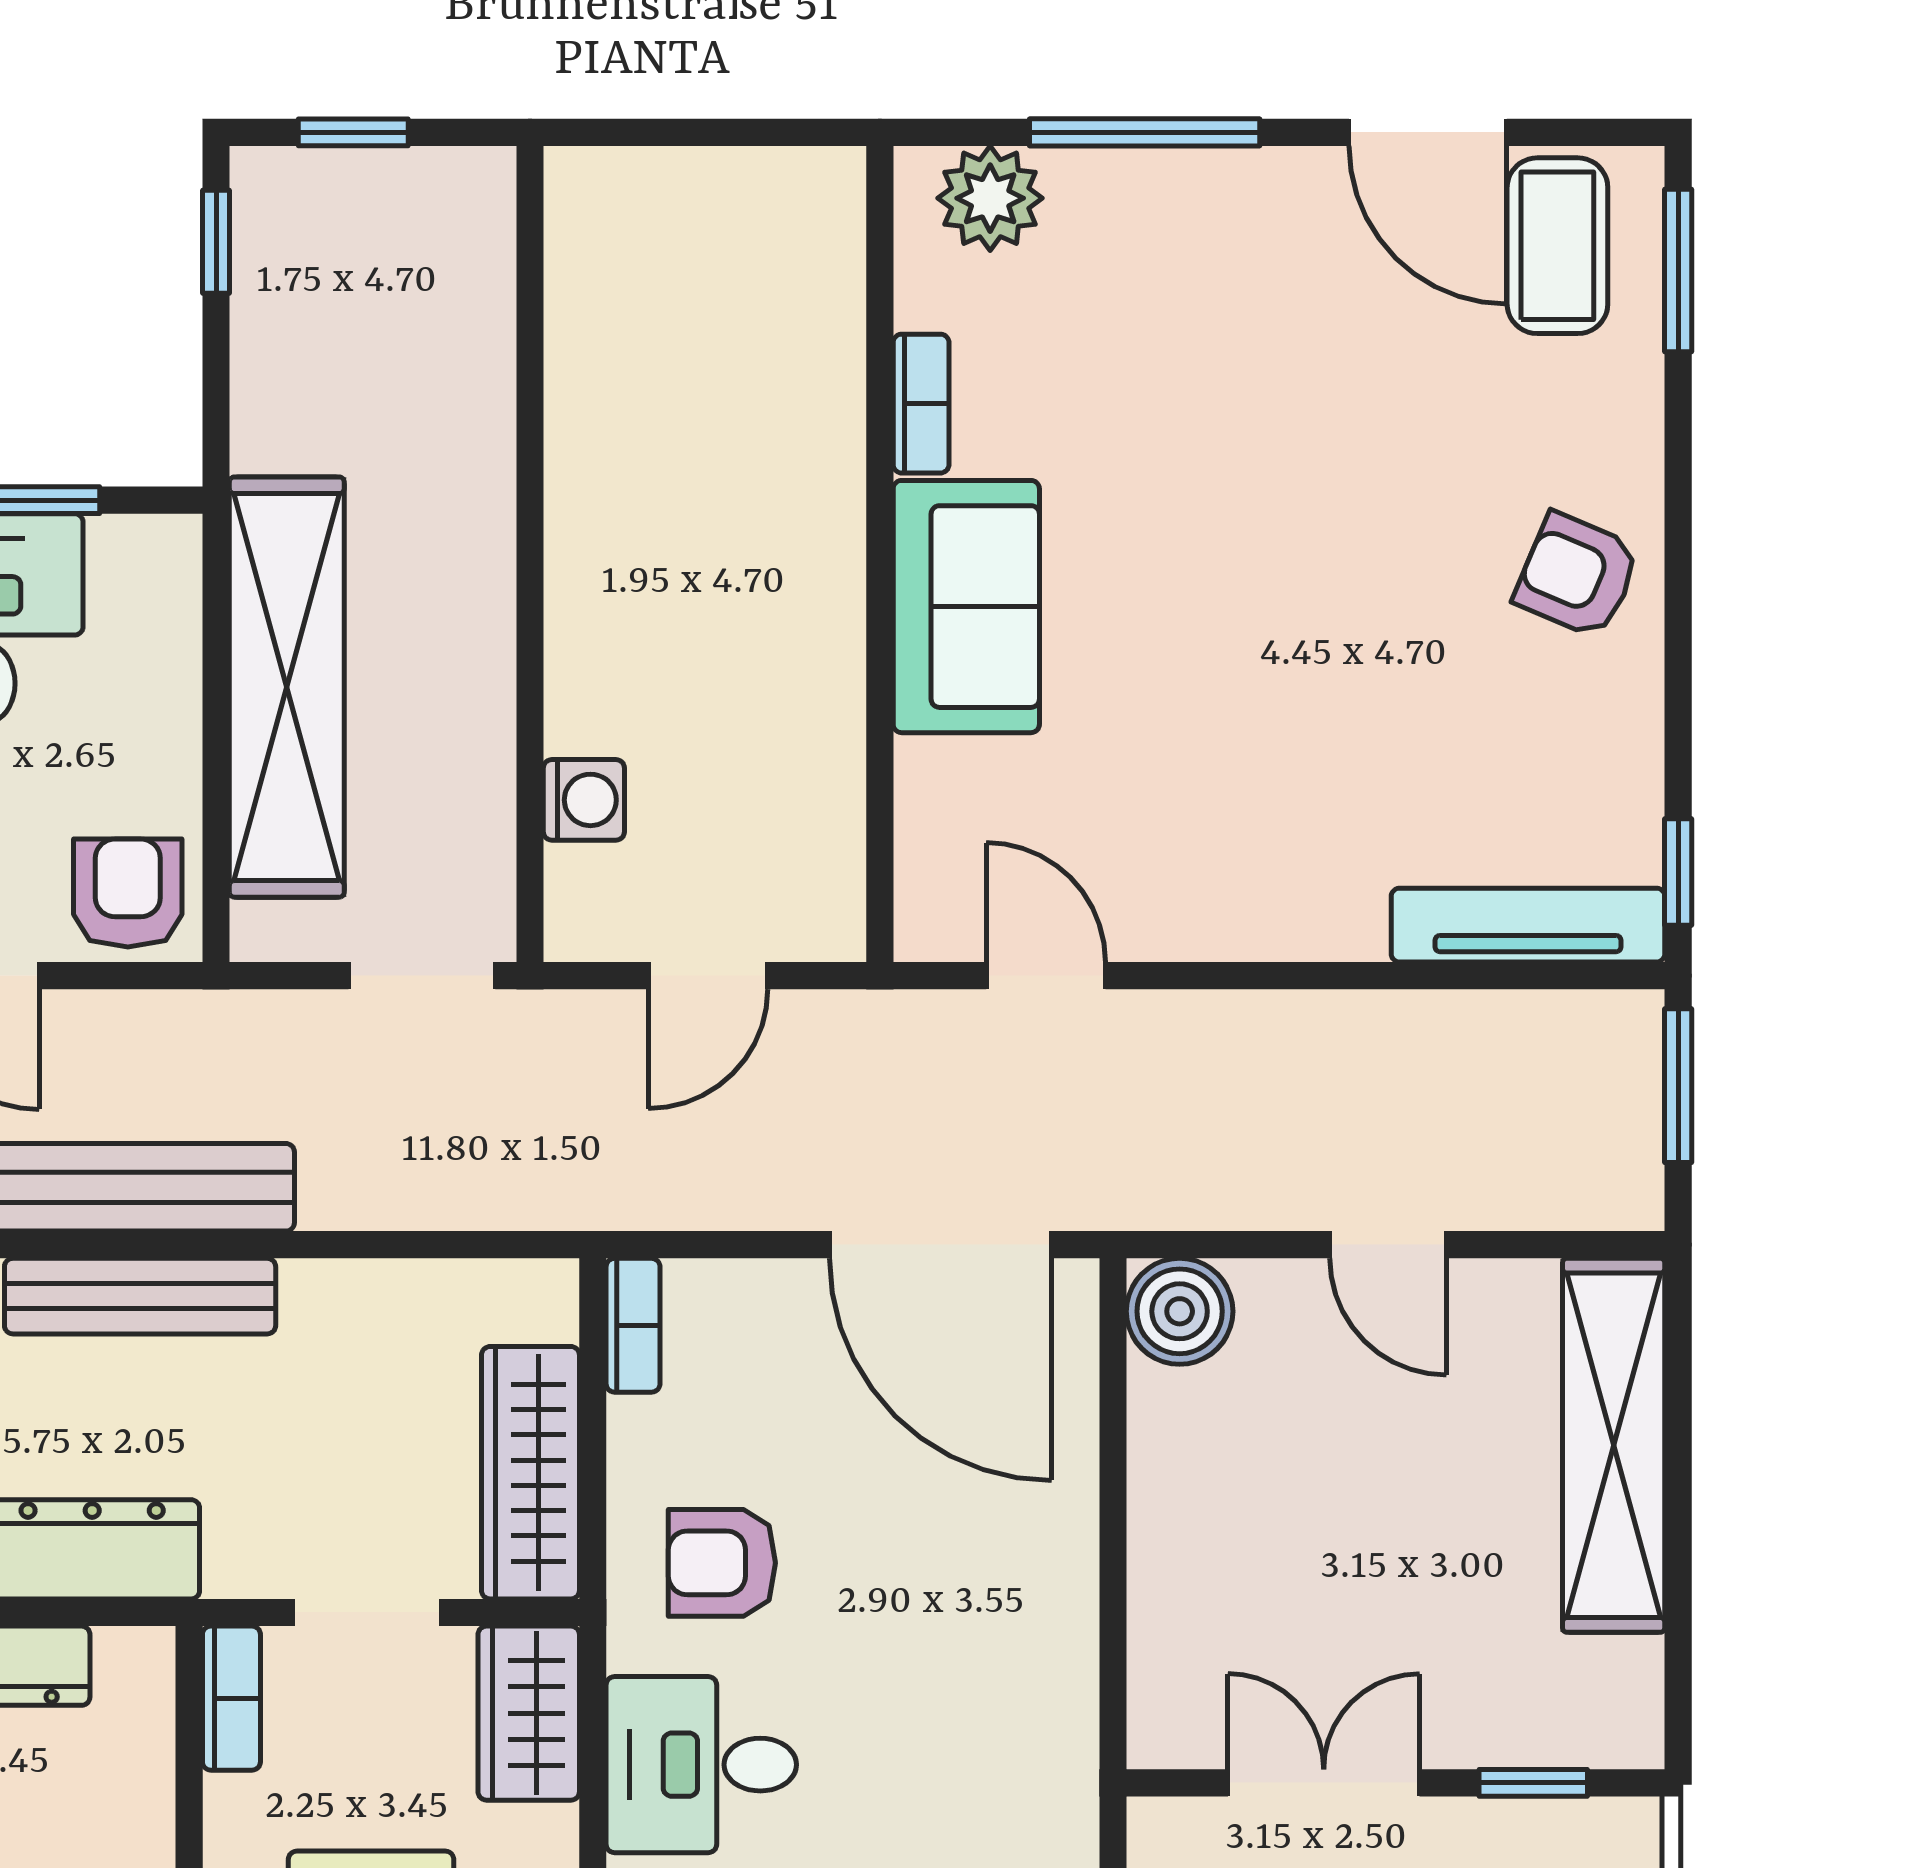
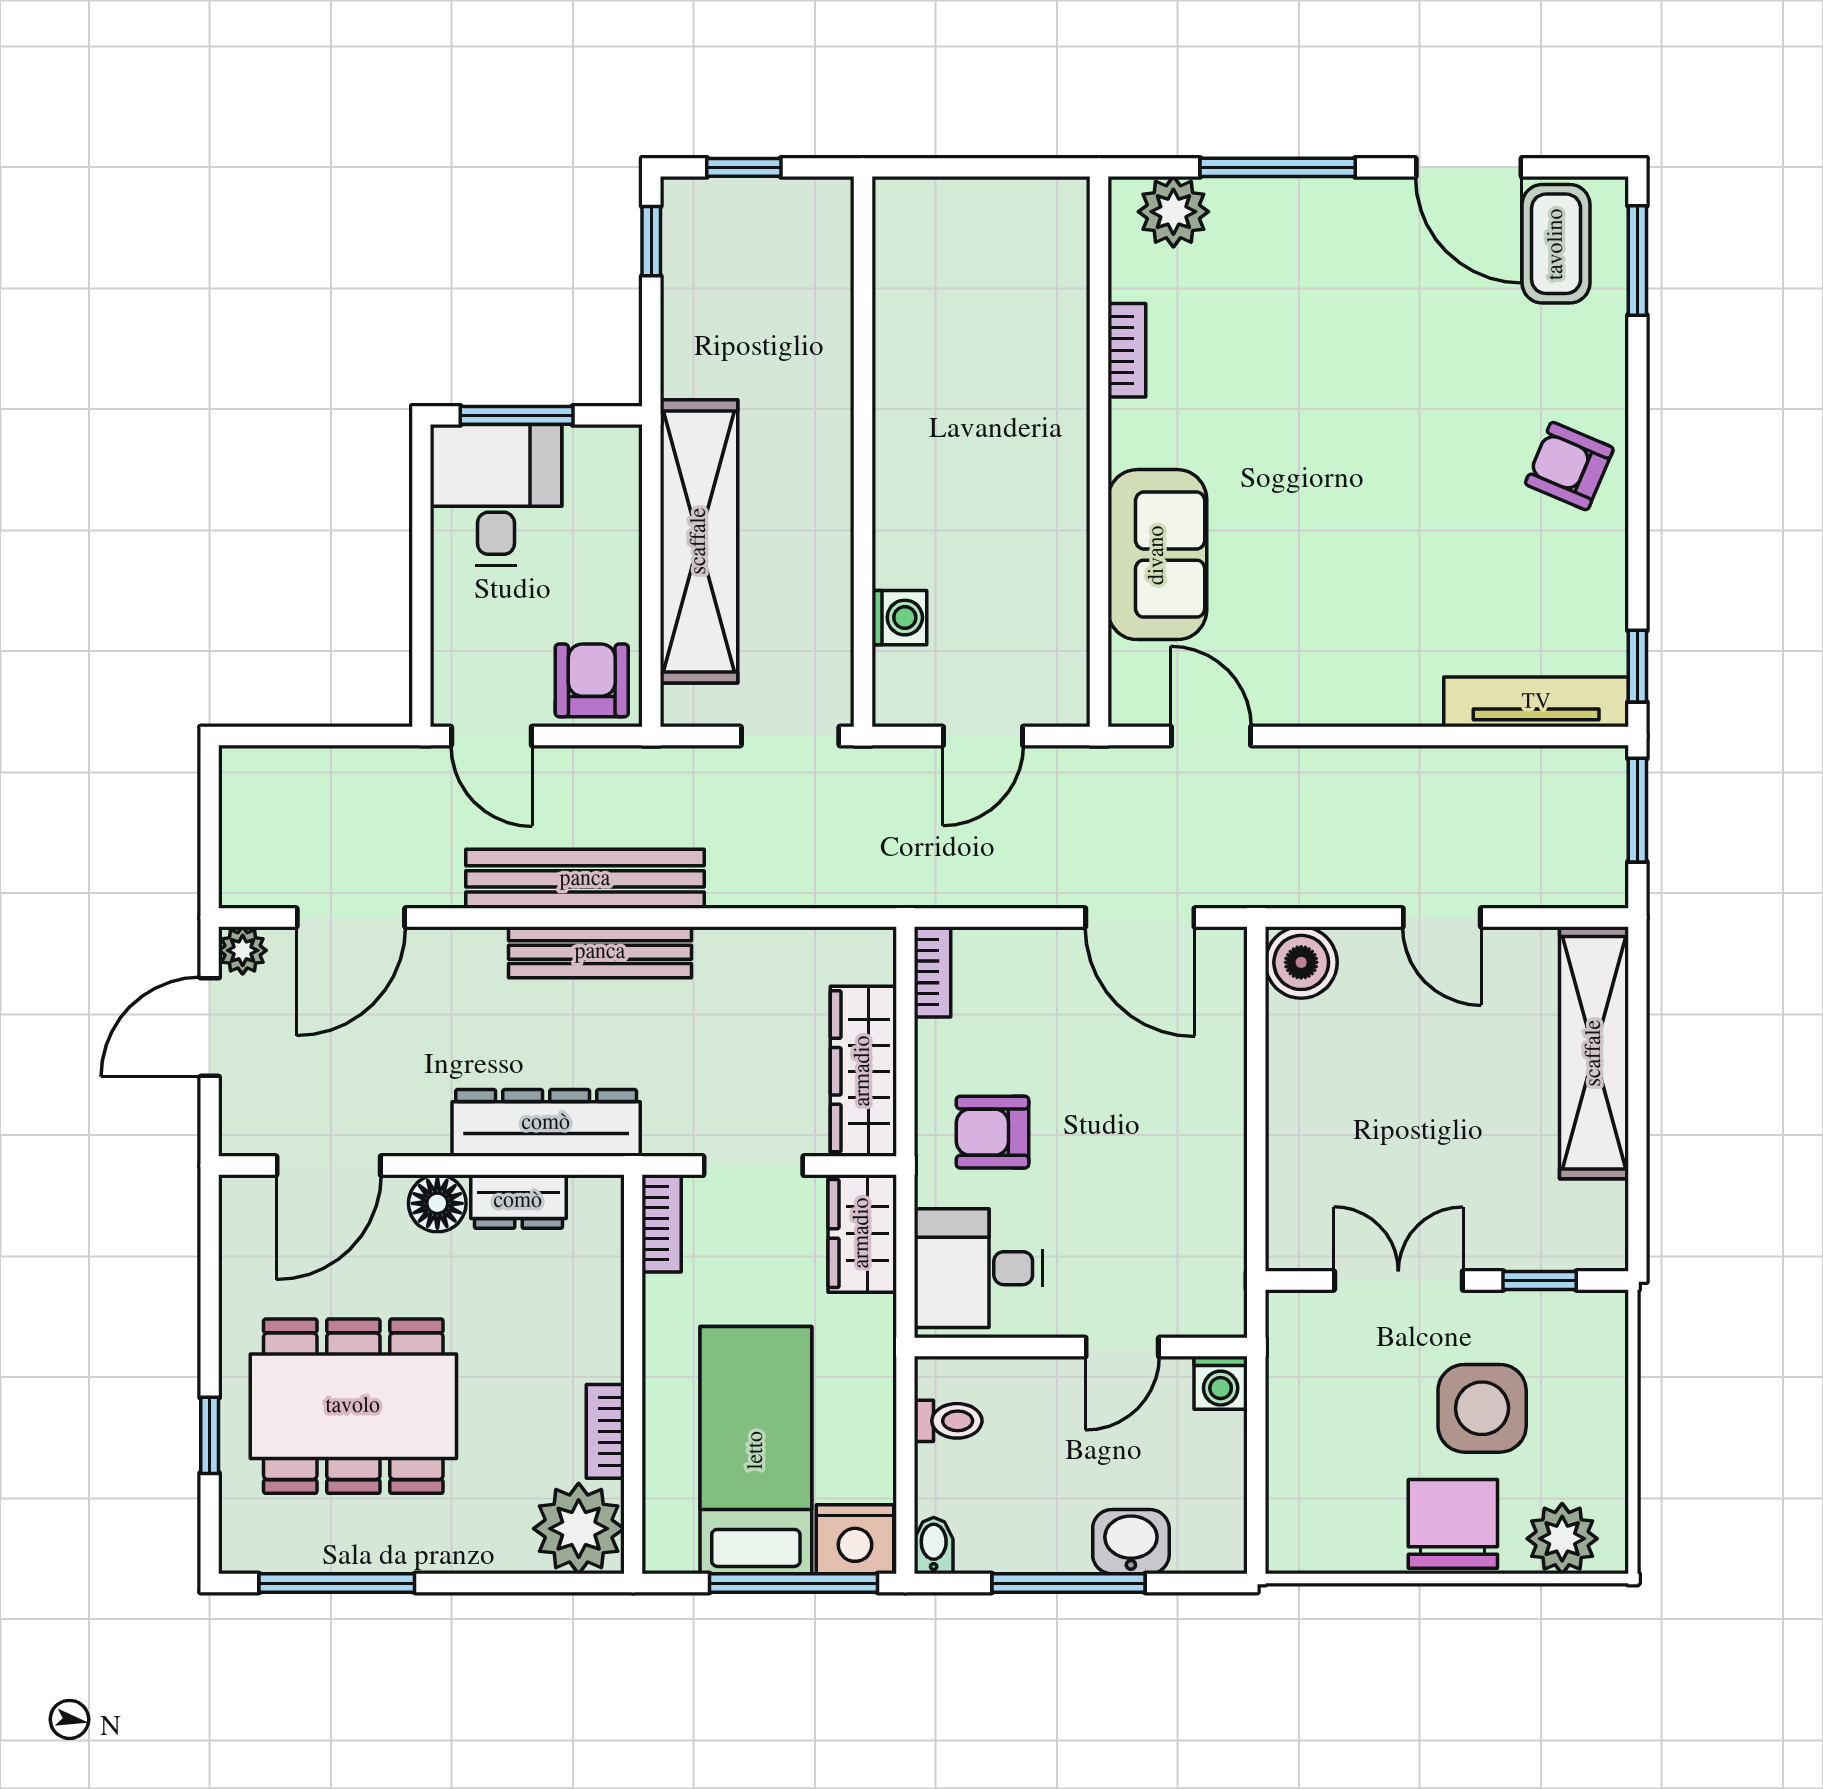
sofa: (966, 607) -> (1157, 555), moved
door: (940, 1245) -> (1140, 918), width x0.73

